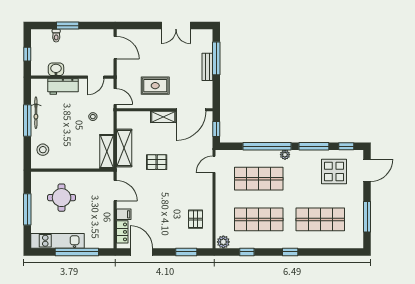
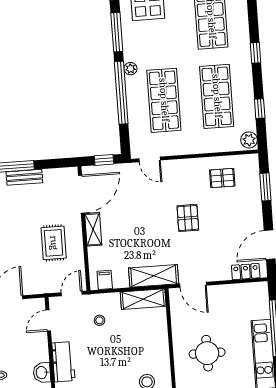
door: (96, 77) -> (48, 320), swing flipped
door: (191, 110) -> (81, 194), hinge flipped
shelving: (124, 148) -> (154, 276), moved
pallet: (157, 162) -> (188, 218), moved
door: (115, 191) -> (193, 285), swing flipped
filing cabinet: (124, 214) -> (105, 280), moved

